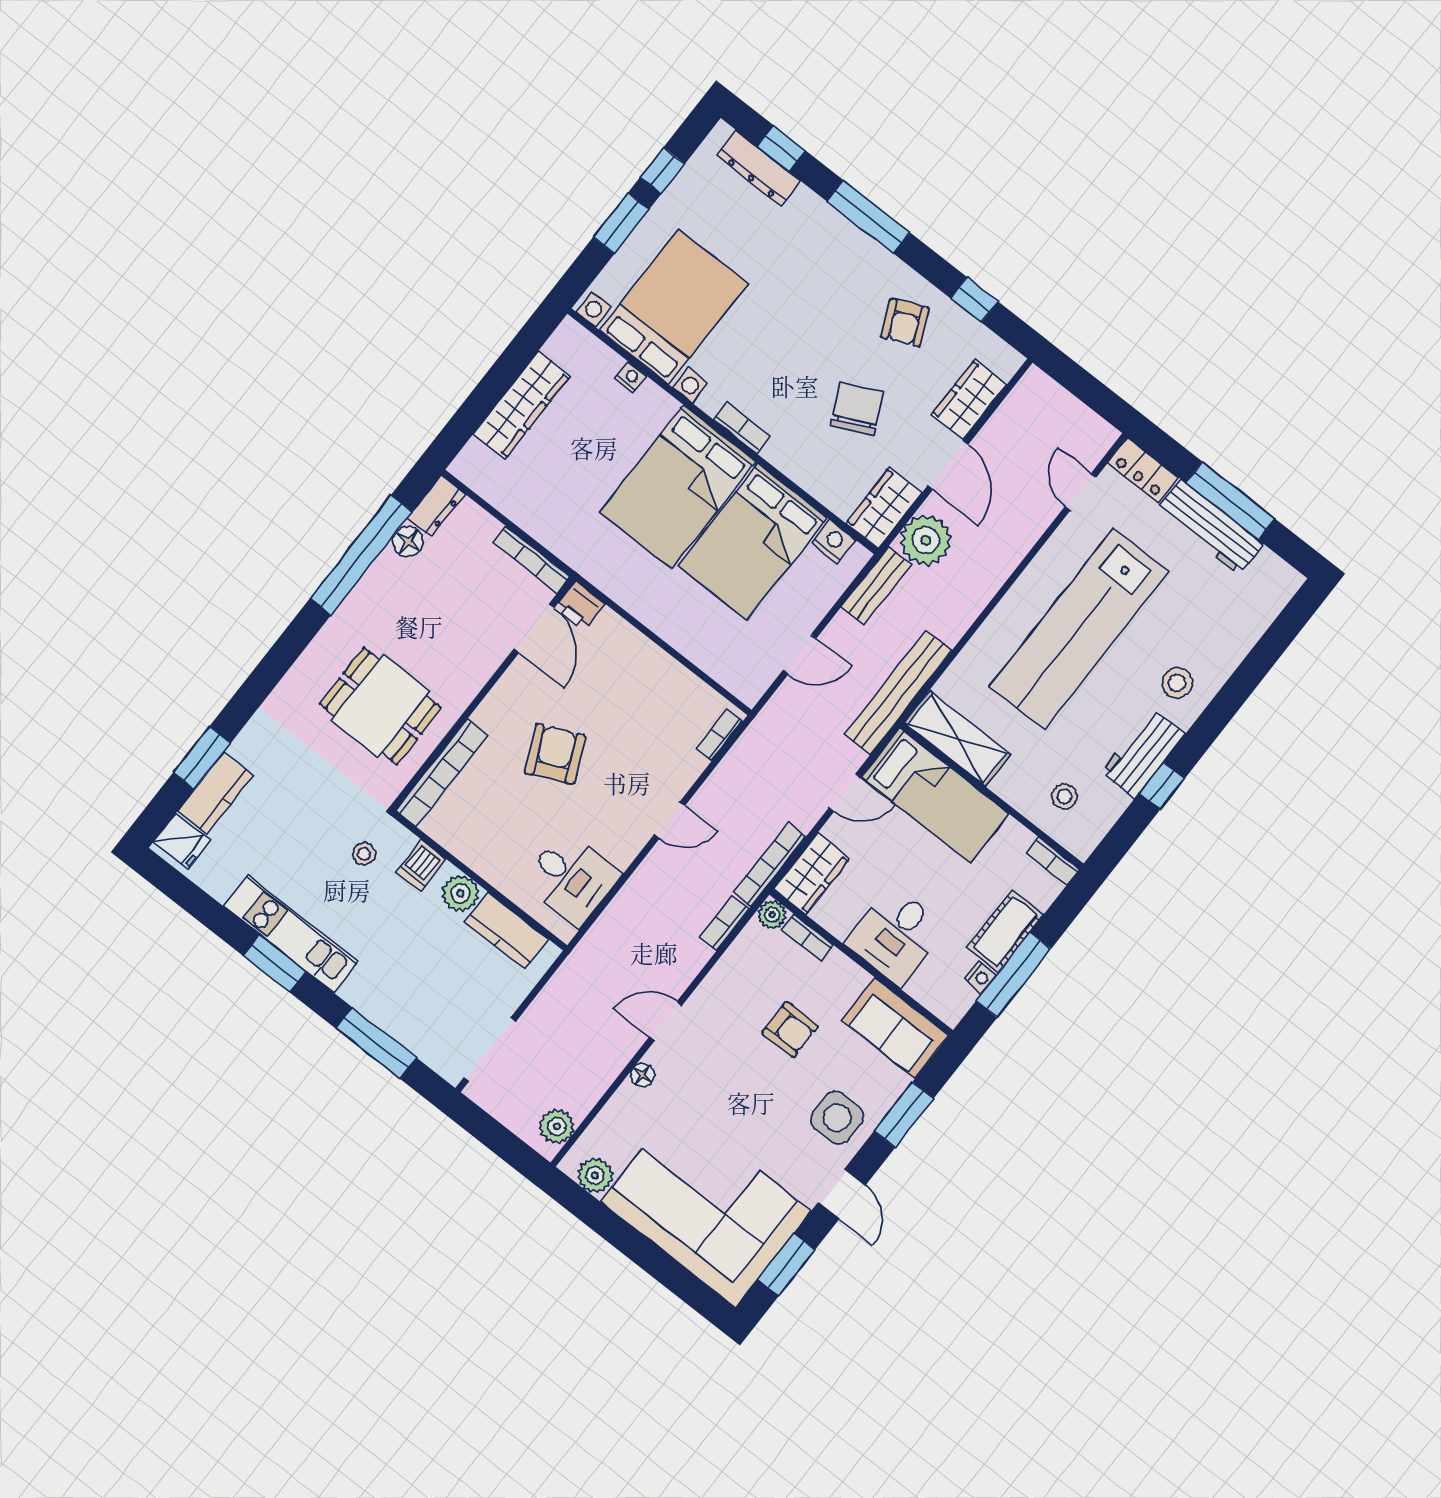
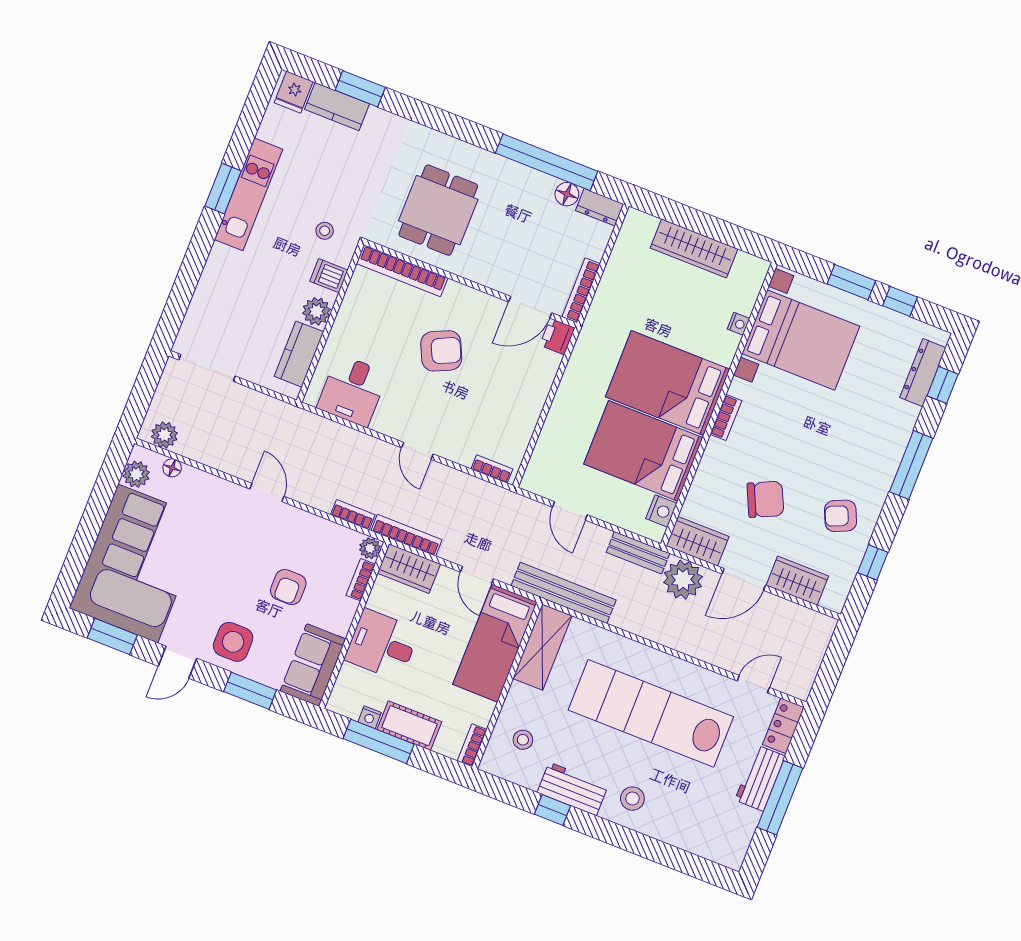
workbench: (1210, 527) -> (760, 778), width x0.73
window: (376, 1043) -> (186, 282), removed
floor lamp: (643, 1075) -> (172, 468), moved

